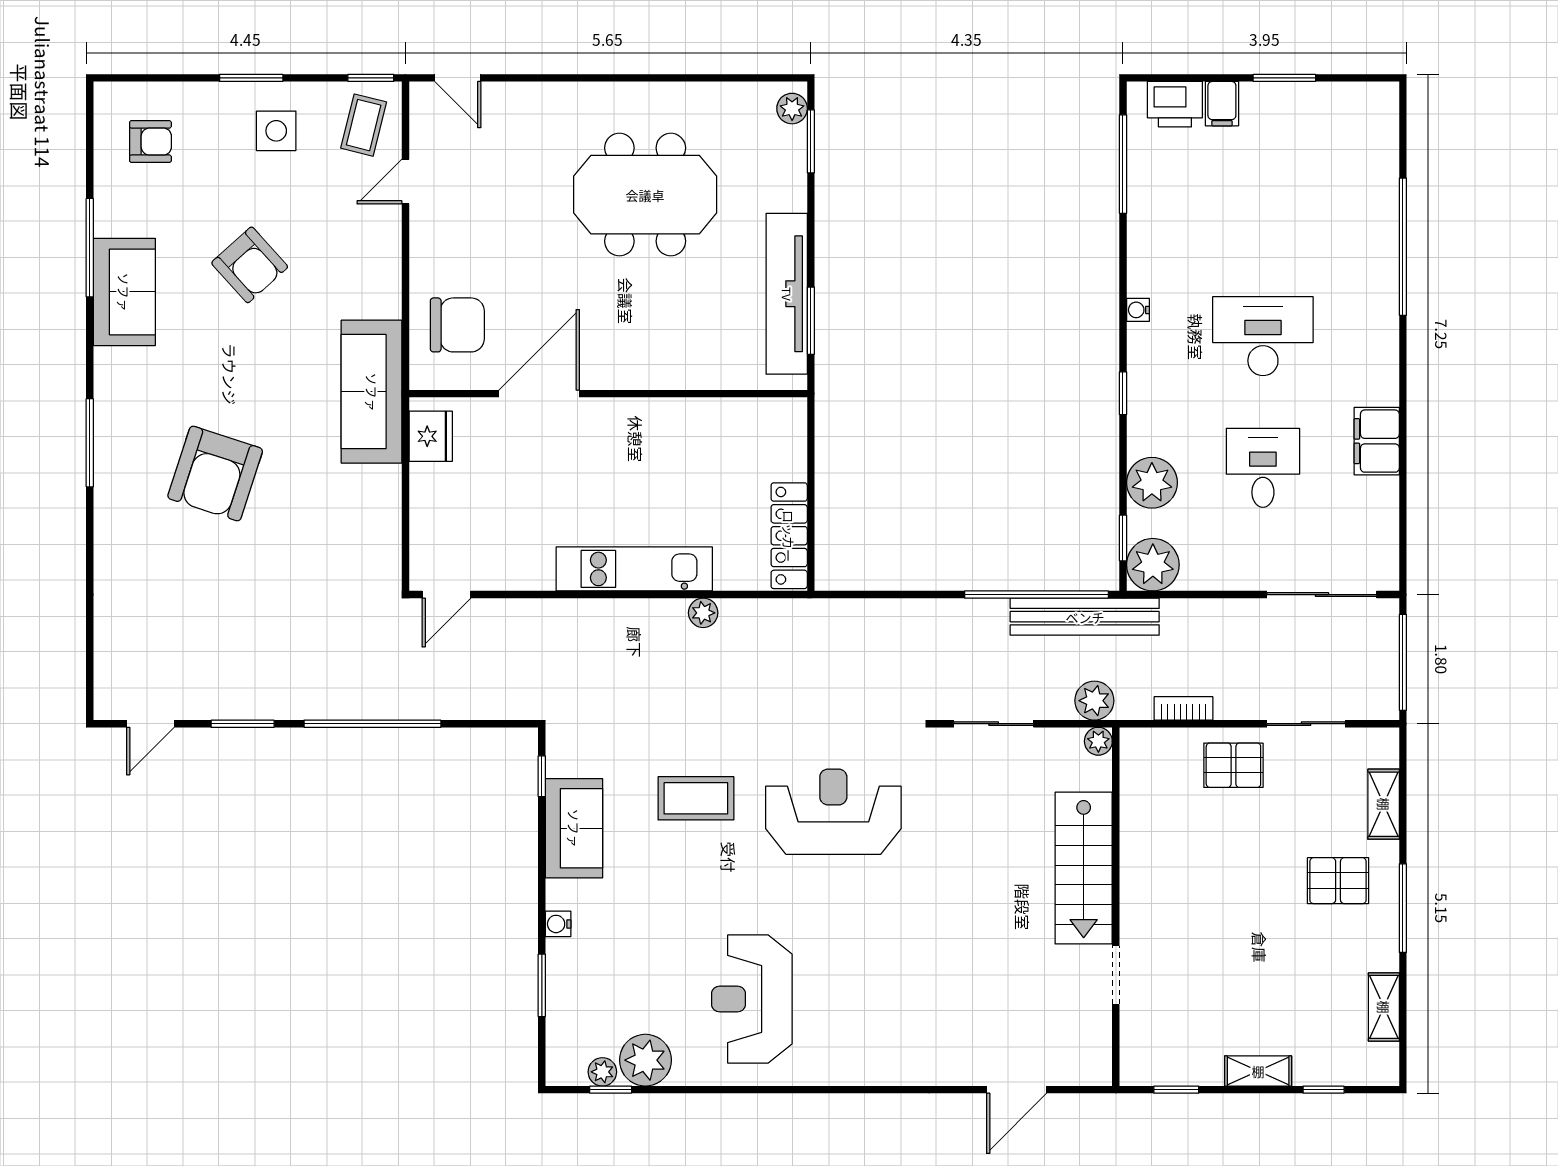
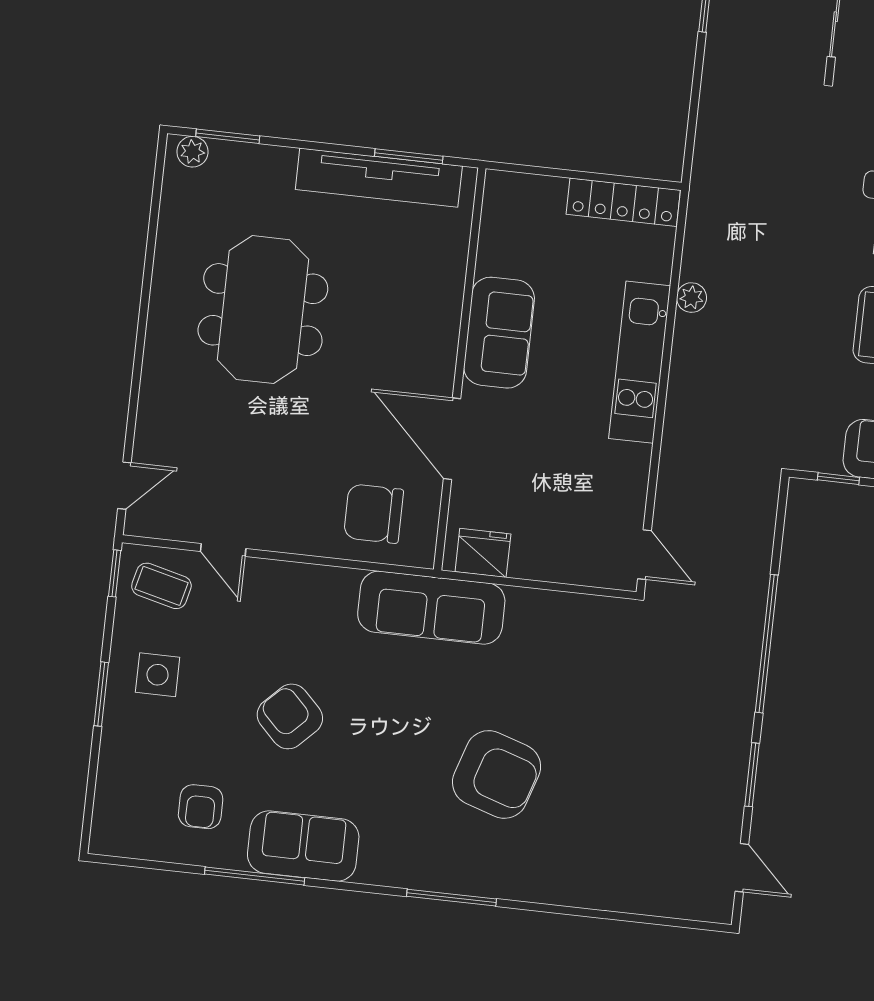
armchair: (150, 142) -> (201, 807), moved, turned 180
armchair: (250, 265) -> (290, 716), turned -93
chair: (457, 325) -> (374, 514), turned -90
sofa: (648, 428) -> (499, 333), added

